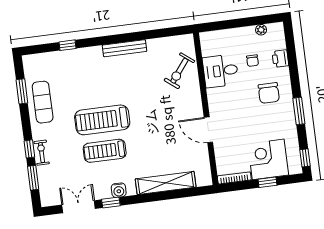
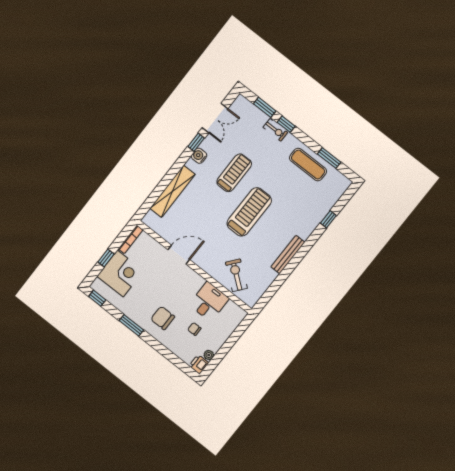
printer: (280, 59) -> (199, 364), moved, turned -90
treadmill: (102, 120) -> (249, 212), moved

